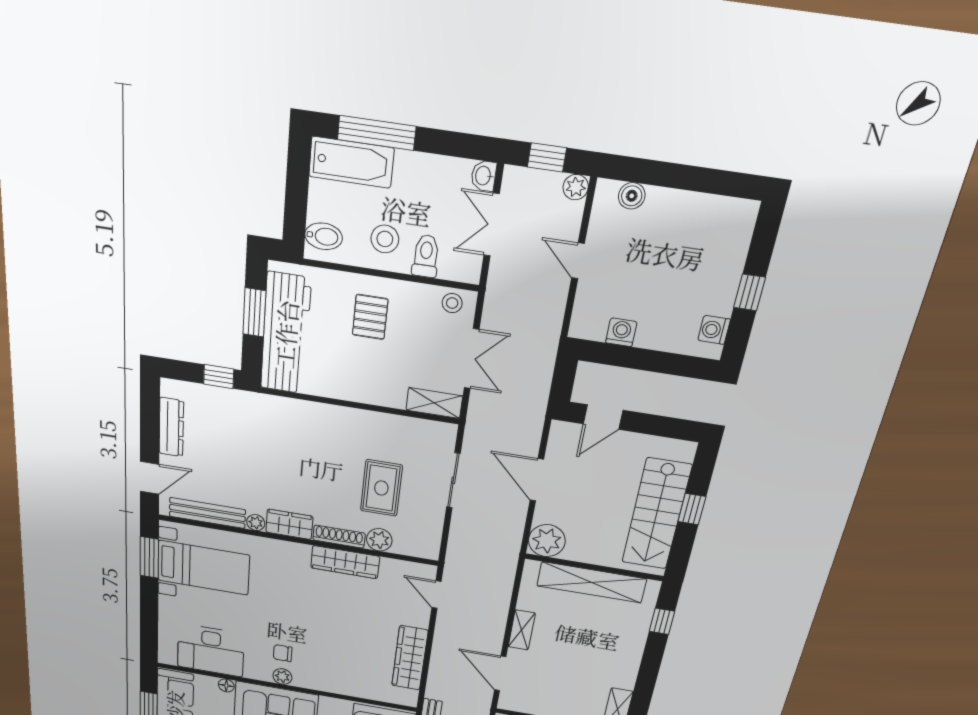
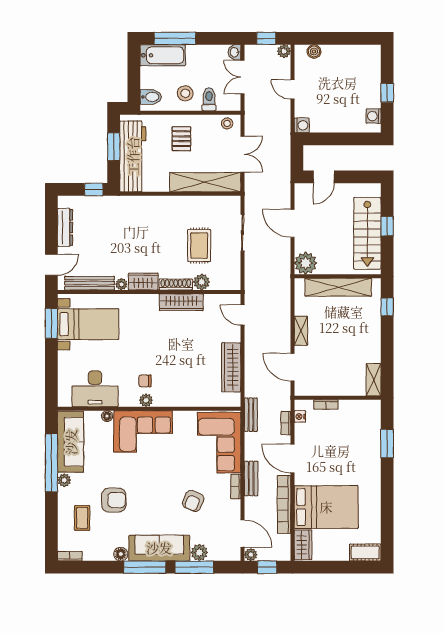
washing machine: (621, 332) -> (302, 125), moved, turned 90
shelving: (434, 403) -> (205, 182), width x2.20, depth x1.33

